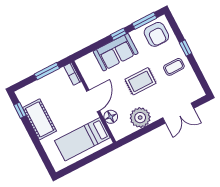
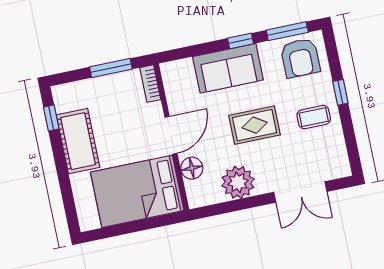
bed: (82, 139) -> (137, 191), width x1.50

